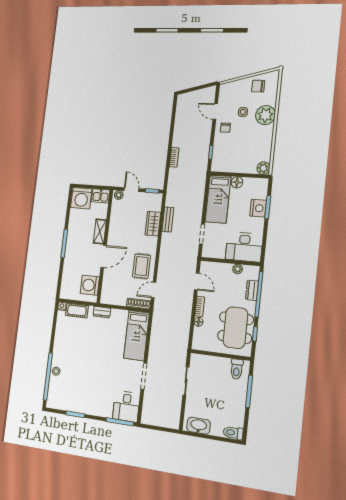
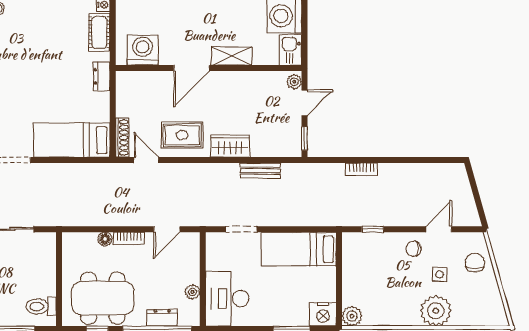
chair: (258, 86) -> (475, 263), moved
floor lamp: (237, 182) -> (327, 277), removed
nightstand: (258, 208) -> (323, 314), moved
wardrobe: (153, 224) -> (230, 146), moved
door: (104, 256) -> (192, 68), hinge flipped

